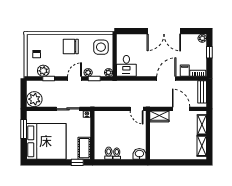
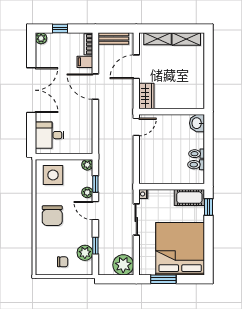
desk: (126, 66) -> (50, 135), moved, turned 180

